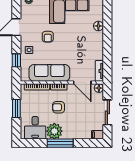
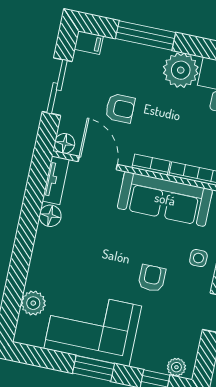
plant: (98, 15) -> (33, 303), added
floor lamp: (98, 26) -> (50, 216), moved
armchair: (59, 107) -> (120, 108), moved
window: (60, 143) -> (146, 36), moved

